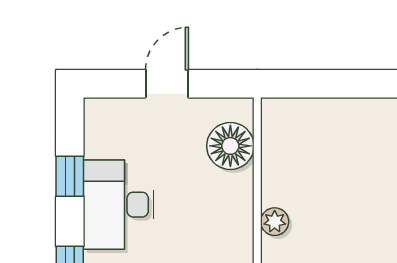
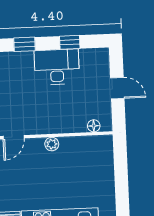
floor lamp: (230, 146) -> (94, 126), width x0.53, depth x0.53

